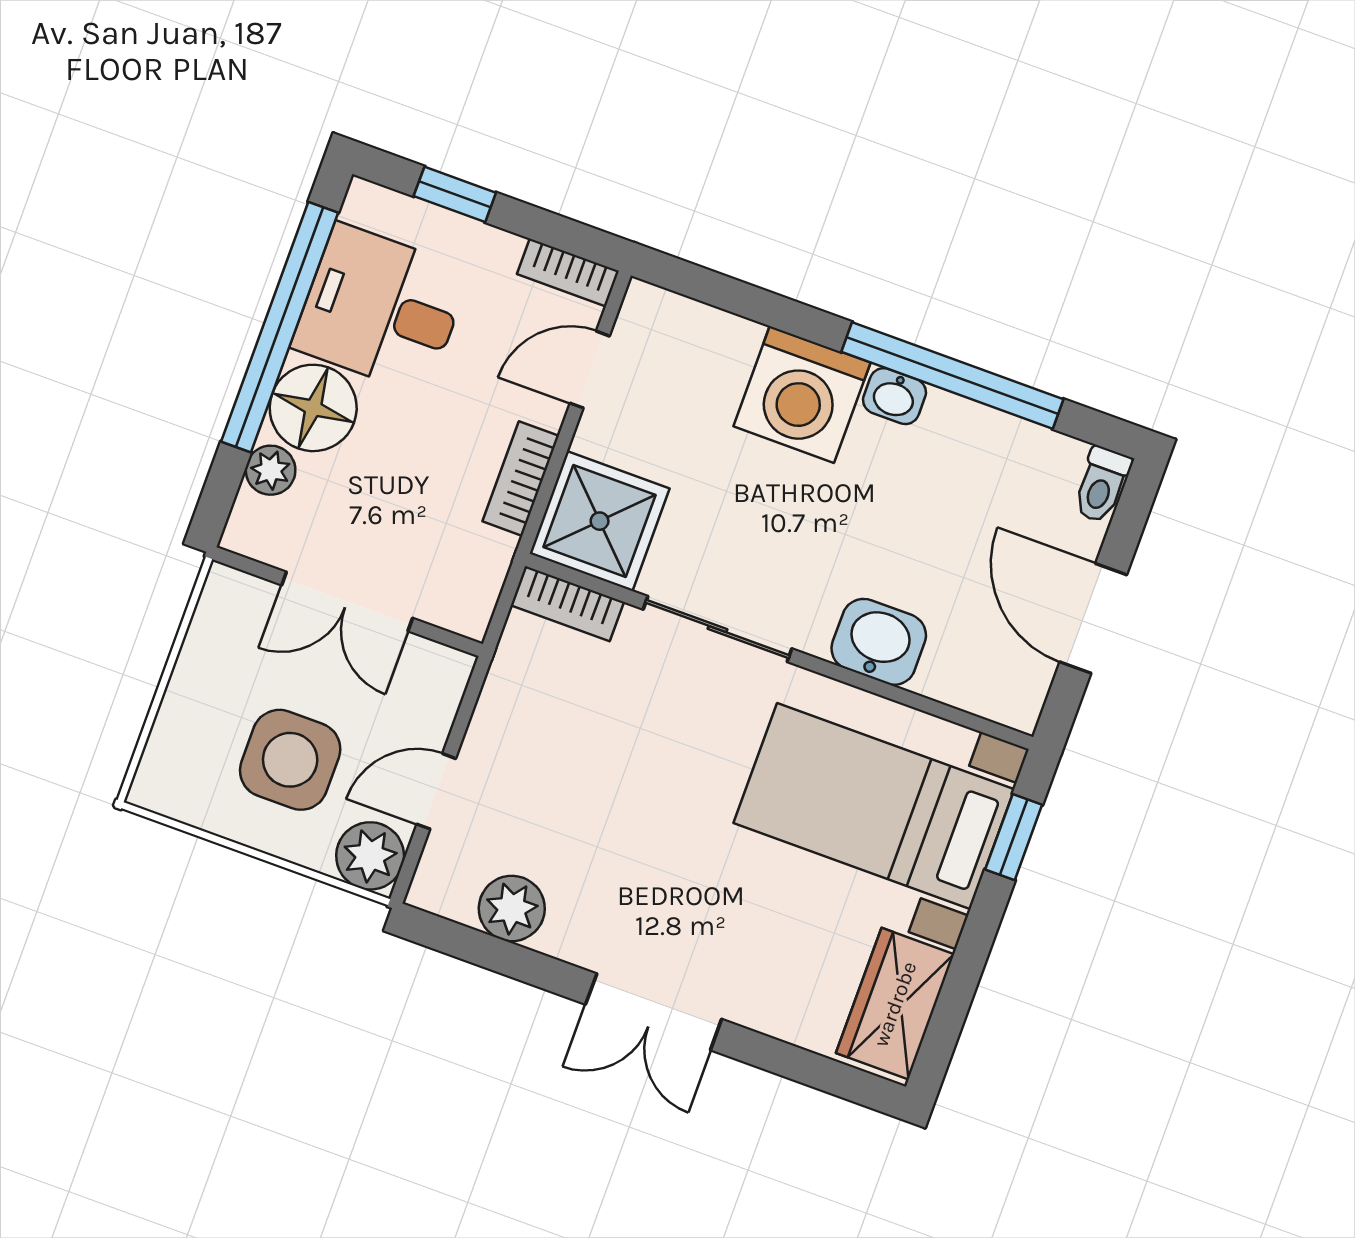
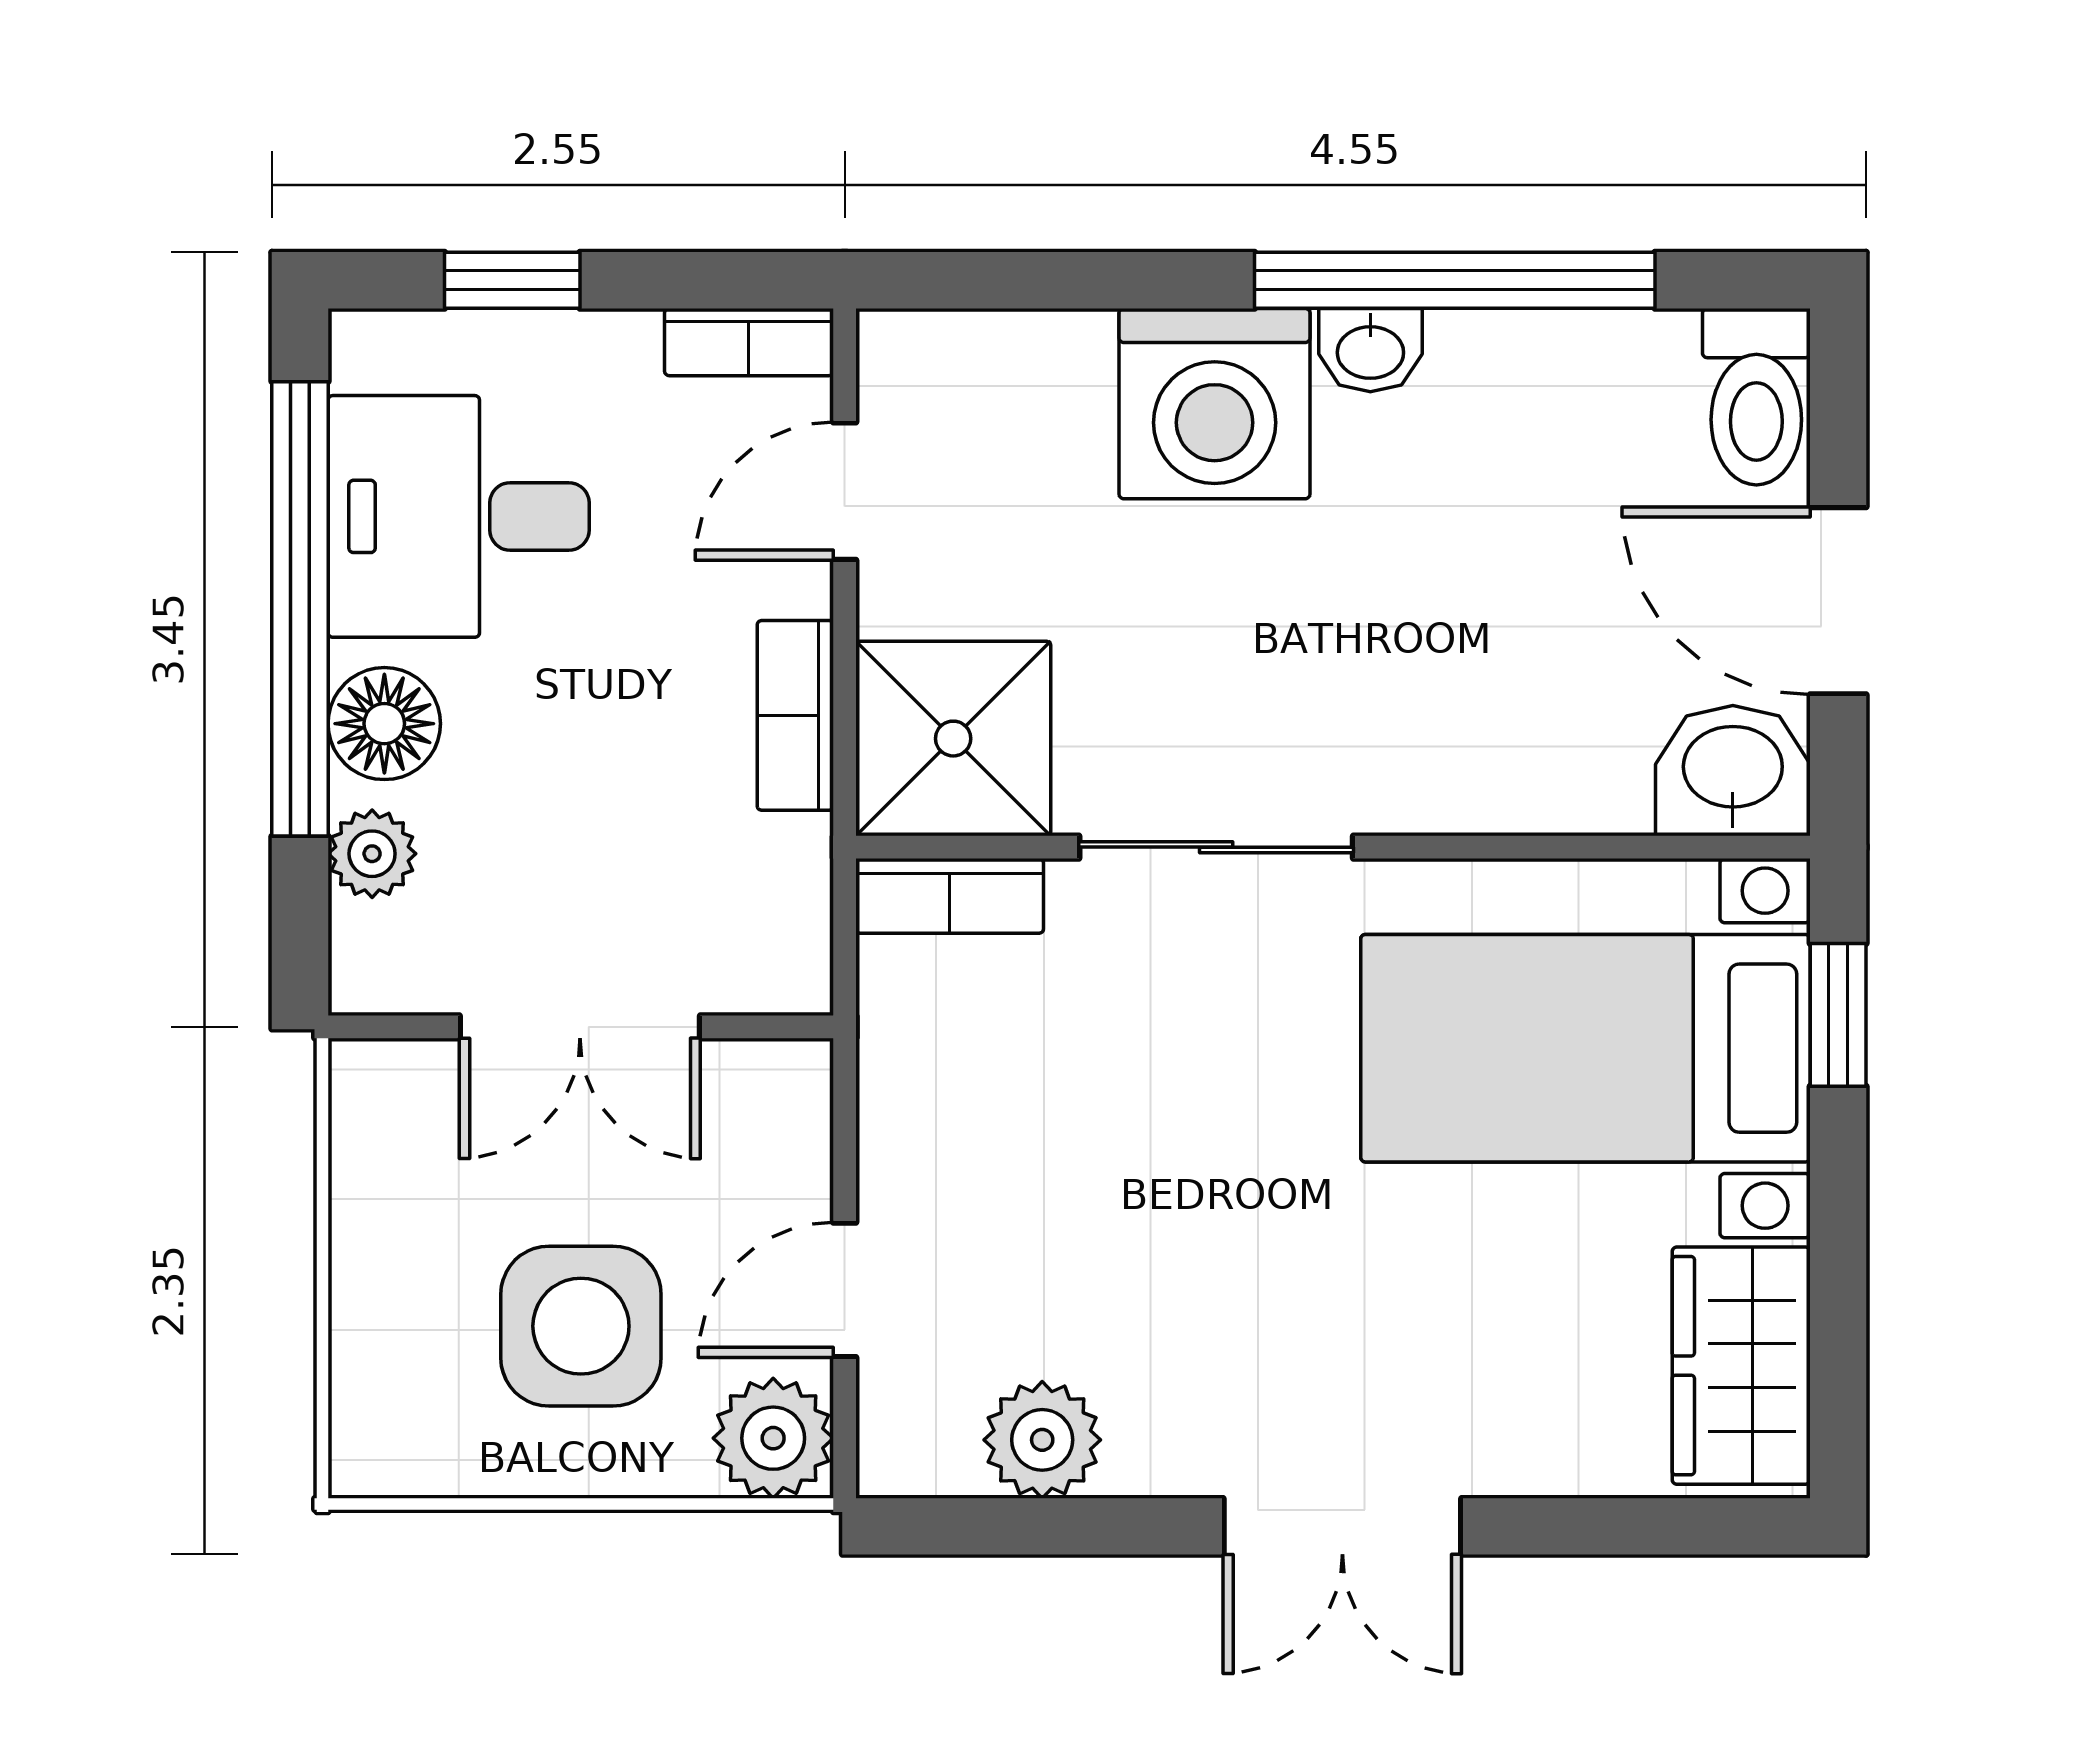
floor lamp: (313, 408) -> (384, 724), width x0.73, depth x0.73
toilet: (1102, 485) -> (1756, 397), width x1.37, depth x1.39
washbasin: (879, 642) -> (1733, 771), moved

